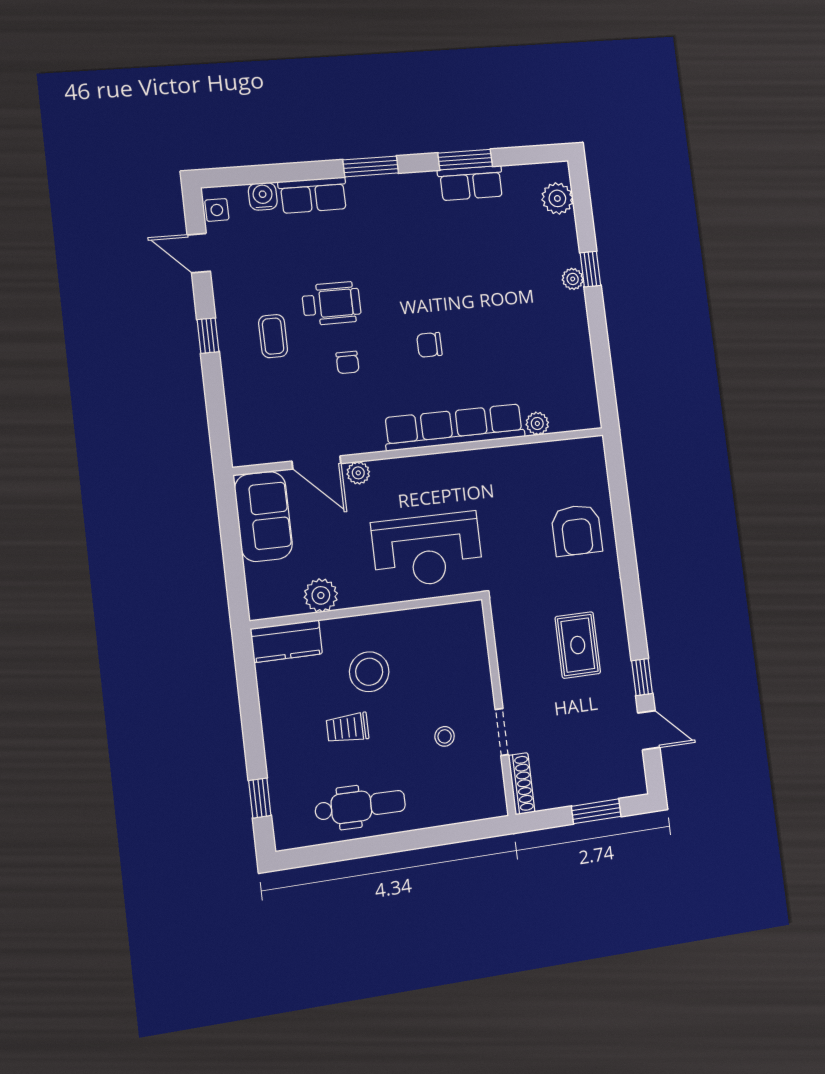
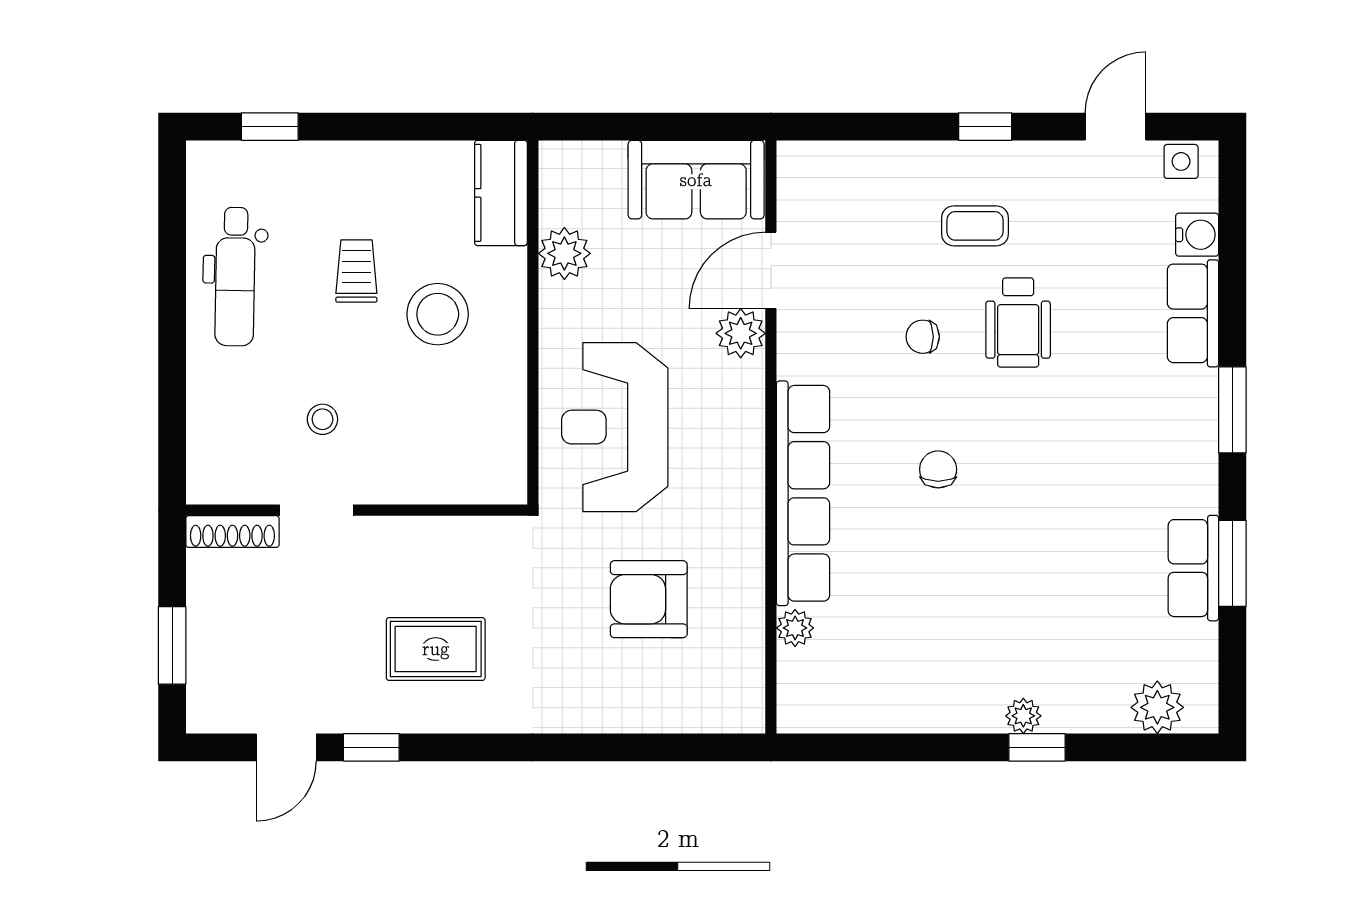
plant: (358, 473) -> (741, 333), width x1.38, depth x1.38
armchair: (577, 530) -> (649, 599), moved

